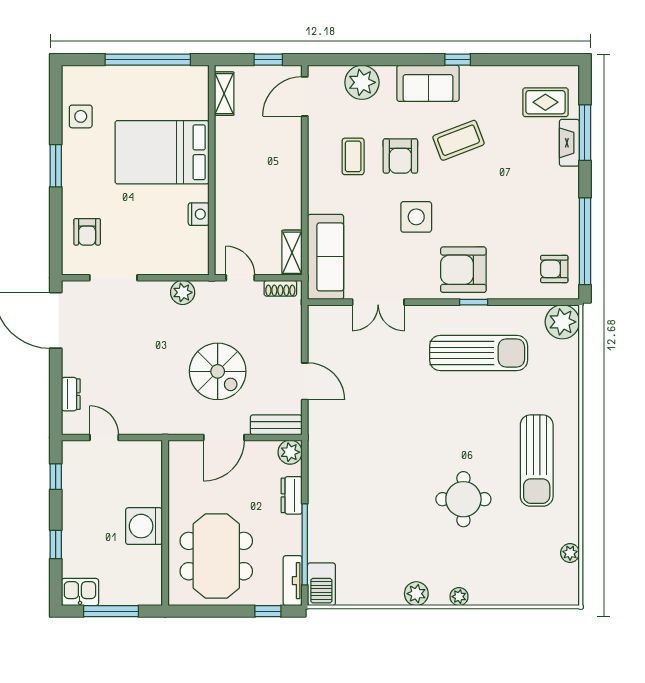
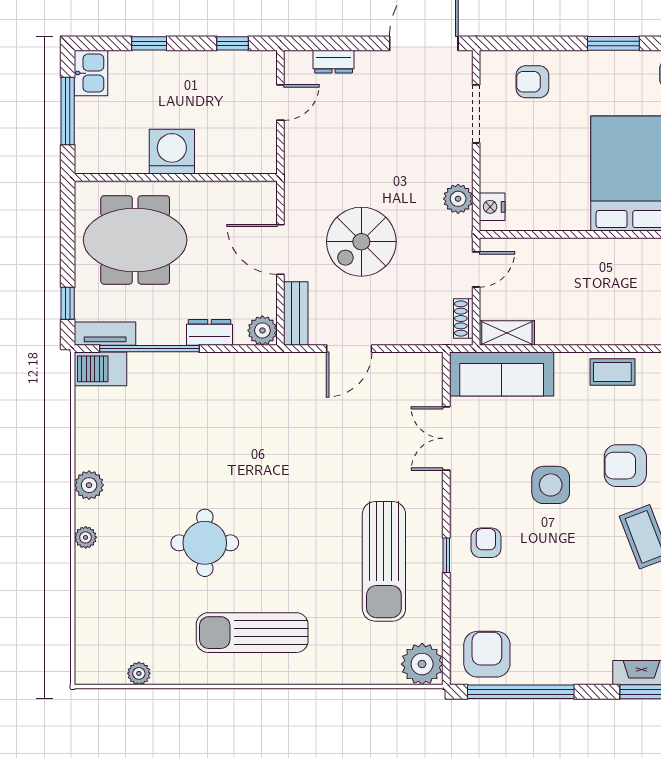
coffee table: (353, 156) -> (612, 372), moved
nightstand: (199, 214) -> (492, 207), moved, turned 90
armchair: (554, 269) -> (487, 654), width x1.38, depth x1.38
armchair: (463, 270) -> (486, 543), width x0.53, depth x0.53

